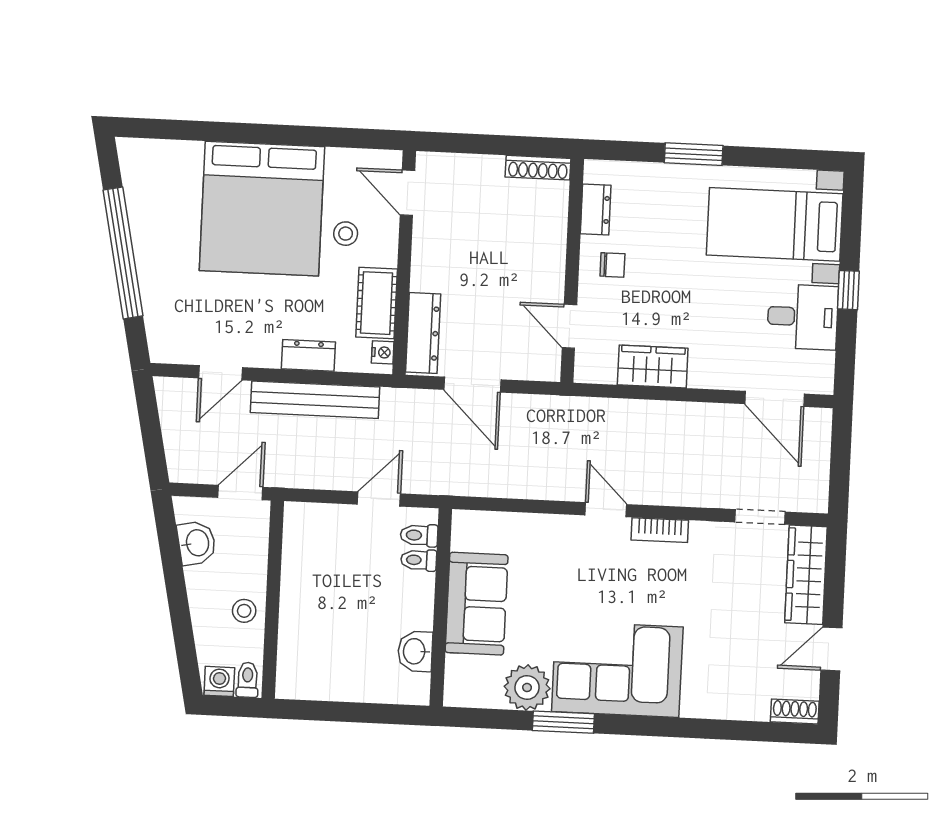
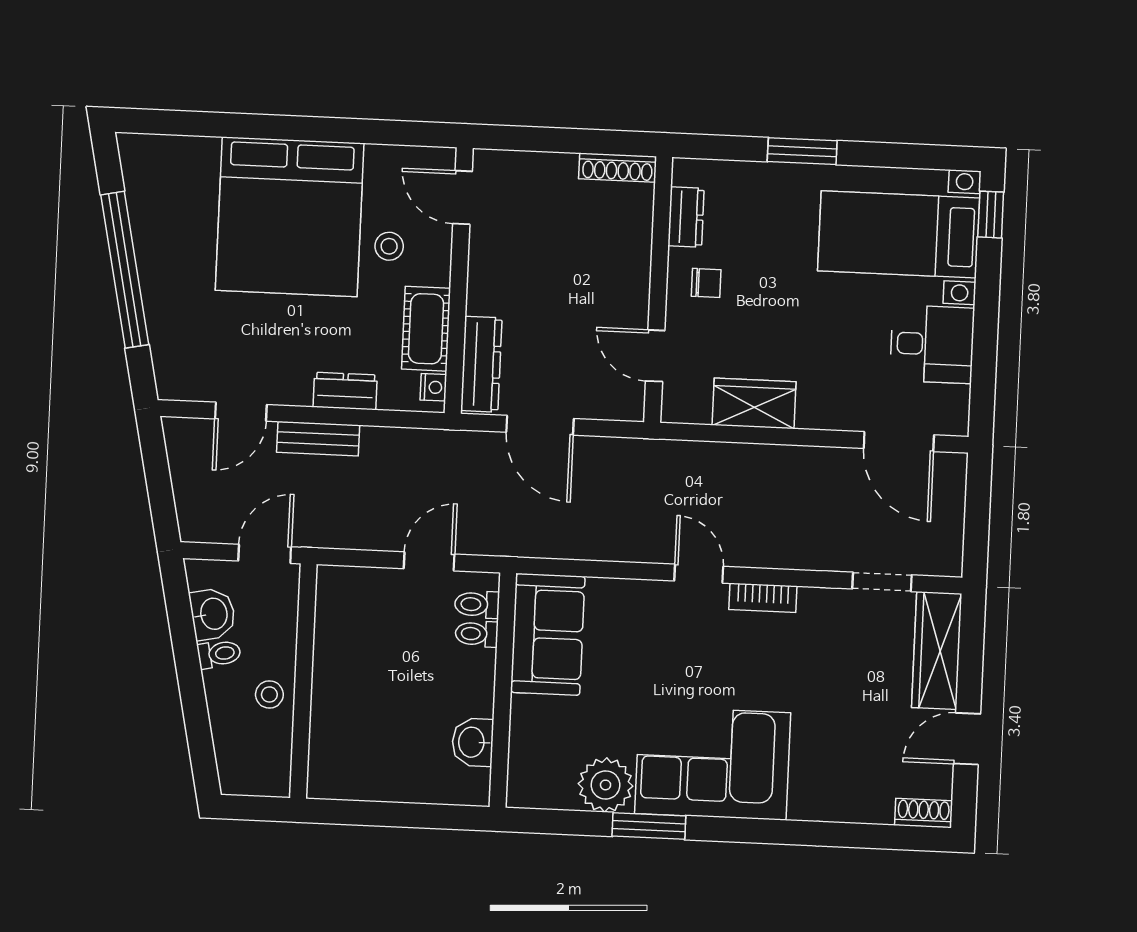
window: (848, 290) -> (991, 215), moved
bench: (315, 400) -> (318, 439), width x0.54, depth x0.82
sofa: (477, 604) -> (548, 634), moved
toilet: (247, 680) -> (219, 654), moved, turned 78
washing machine: (219, 681) -> (240, 778), removed

